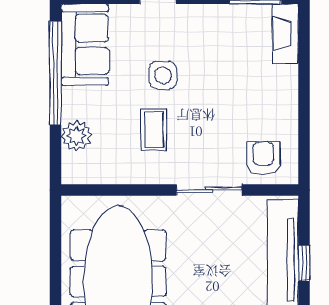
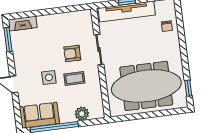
armchair: (263, 158) -> (72, 53), moved

